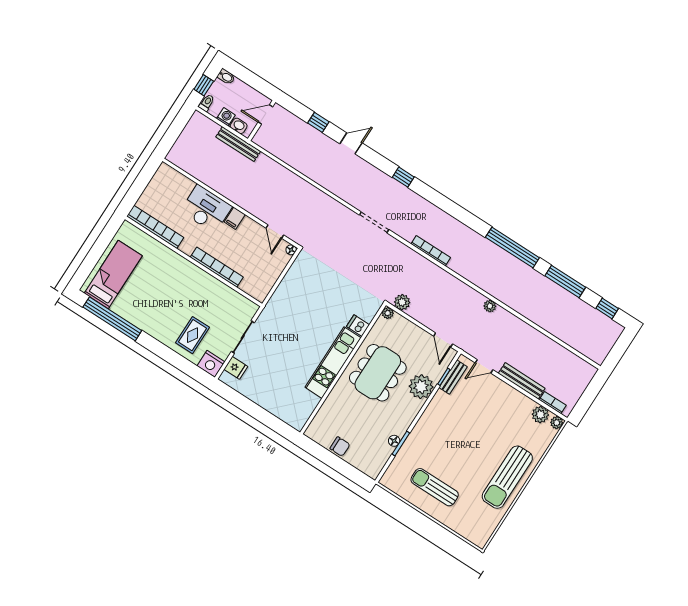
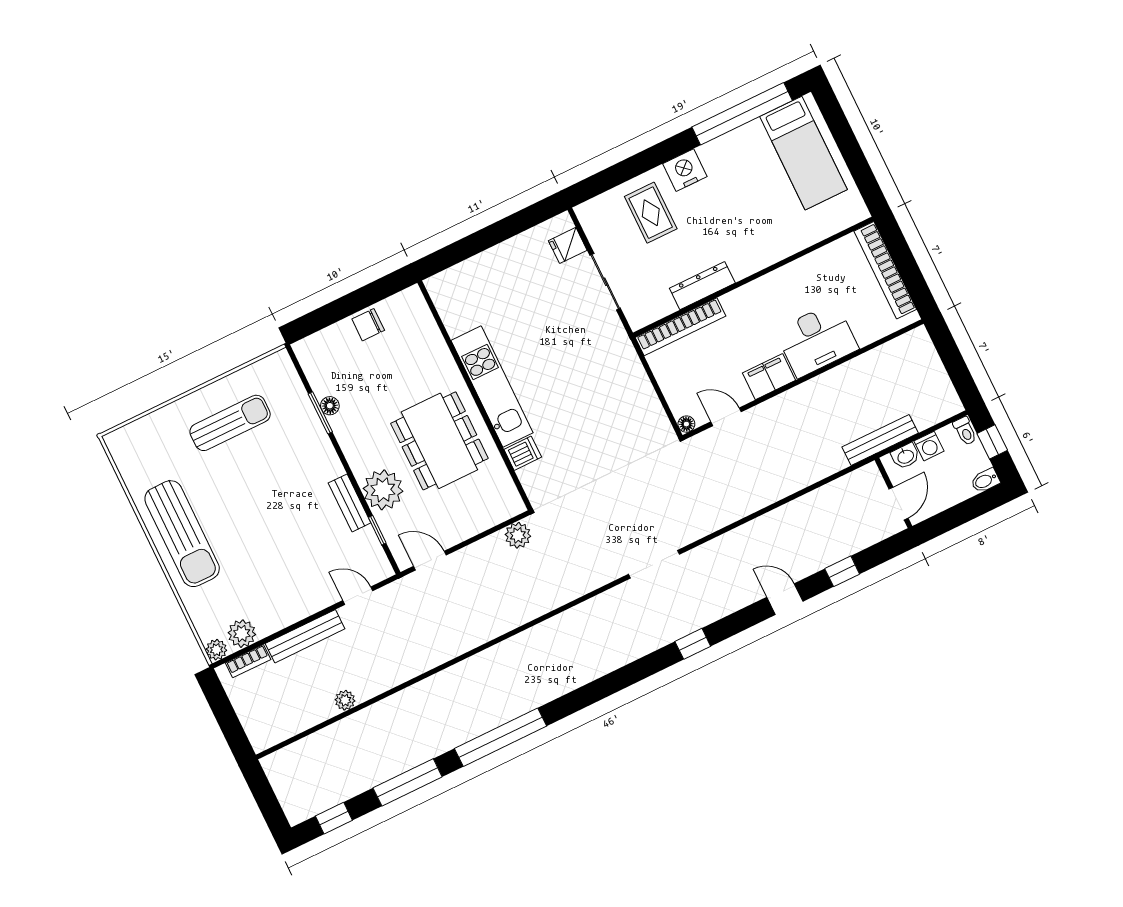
door: (351, 143) -> (785, 599), swing flipped
filing cabinet: (235, 218) -> (769, 377), width x2.00
bookcase: (155, 227) -> (885, 270), moved, turned 90
bookcase: (431, 251) -> (566, 620), removed
bookcase: (217, 267) -> (681, 327), moved
dresser: (214, 285) -> (702, 286), added
plant: (490, 306) -> (345, 700), moved
plant: (388, 313) -> (515, 506), removed
nightstand: (211, 364) -> (685, 170), moved
door: (484, 366) -> (358, 596), hinge flipped
bench: (453, 377) -> (350, 503), moved
sun lounger: (507, 477) -> (182, 534), turned 180

